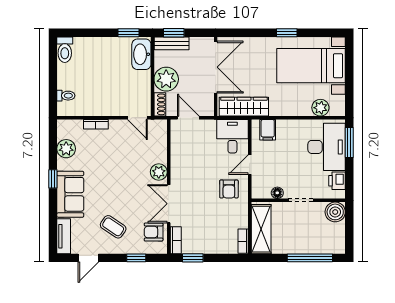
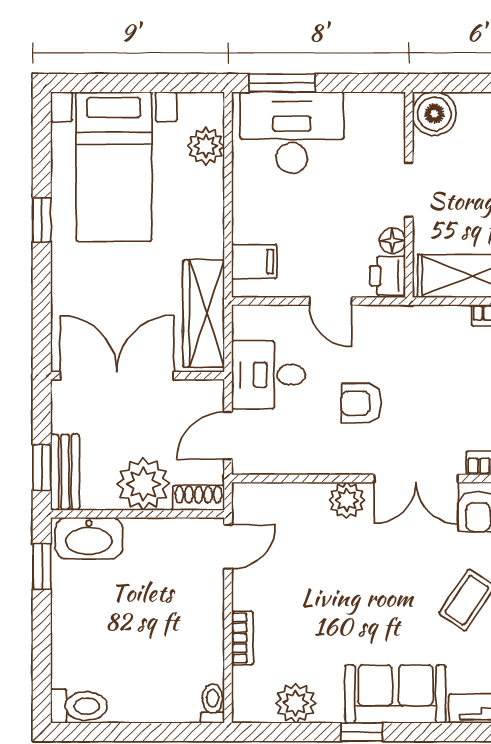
toilet: (66, 96) -> (212, 704), moved
desk: (232, 136) -> (268, 375), moved
printer: (337, 181) -> (388, 276), moved, turned 90
armchair: (229, 189) -> (361, 403), moved, turned 180

